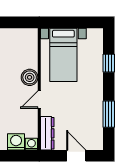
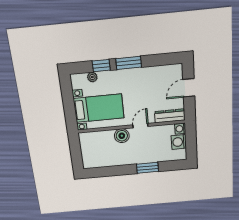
plant: (98, 52) -> (92, 77), added
door: (39, 100) -> (140, 126), swing flipped
window: (109, 114) -> (129, 63), moved

